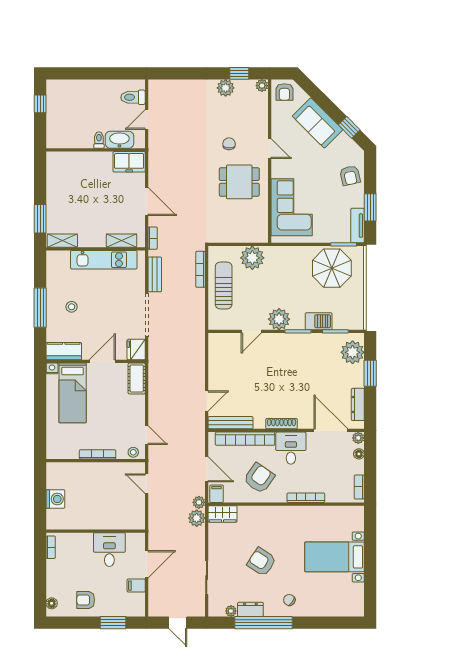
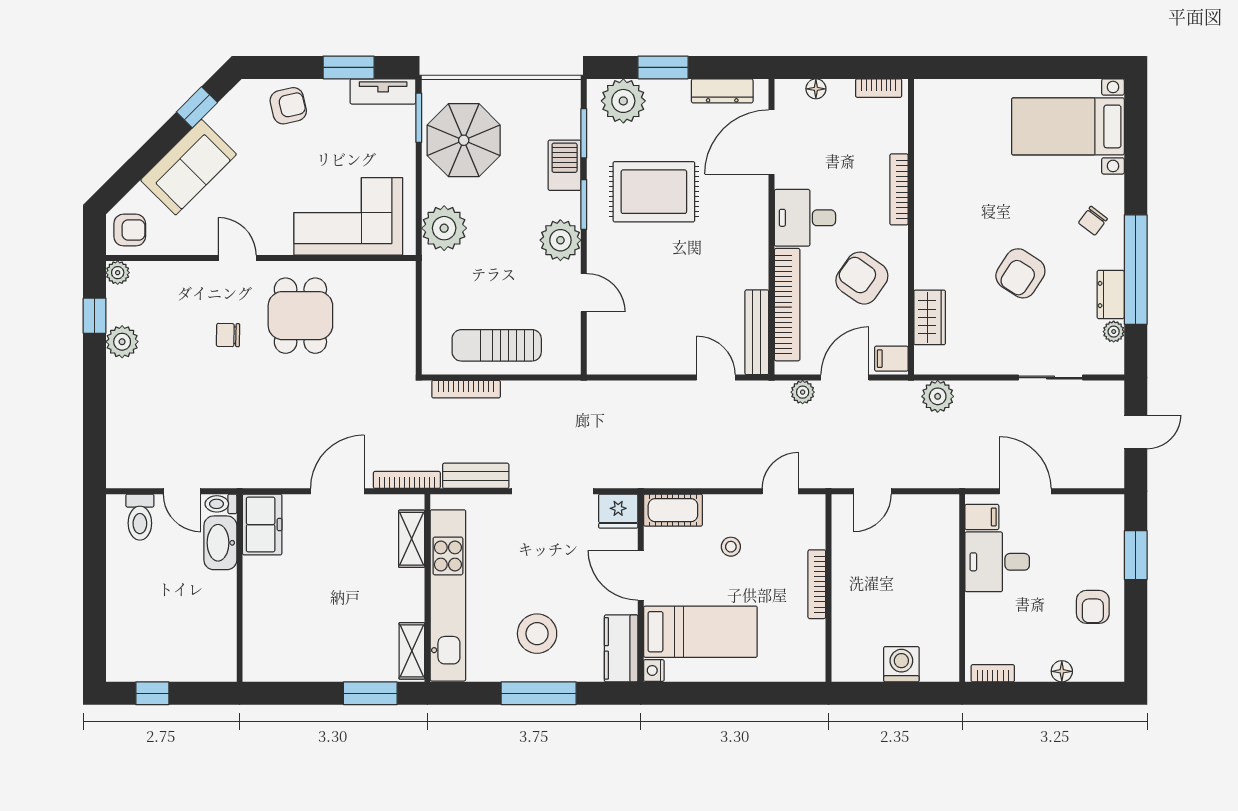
toilet: (99, 140) -> (221, 504), moved
door: (270, 149) -> (237, 258), hinge flipped
bookcase: (153, 238) -> (407, 480), width x1.56
plant: (252, 258) -> (444, 228), moved
kitchen unit: (104, 260) -> (448, 595), width x1.36
stool: (72, 307) -> (537, 634), width x1.89, depth x1.89
rug: (305, 368) -> (654, 192), added
shoe rack: (282, 424) -> (759, 236), removed
plant: (358, 438) -> (786, 90), removed
stool: (133, 452) -> (731, 547), moved
plant: (199, 502) -> (803, 392), moved
wardrobe: (223, 514) -> (930, 317), moved
bed with nightstands: (334, 557) -> (1068, 126), moved, turned 90
filing cabinet: (136, 586) -> (982, 517), moved, turned -90
floor lamp: (52, 603) -> (1062, 671), moved

